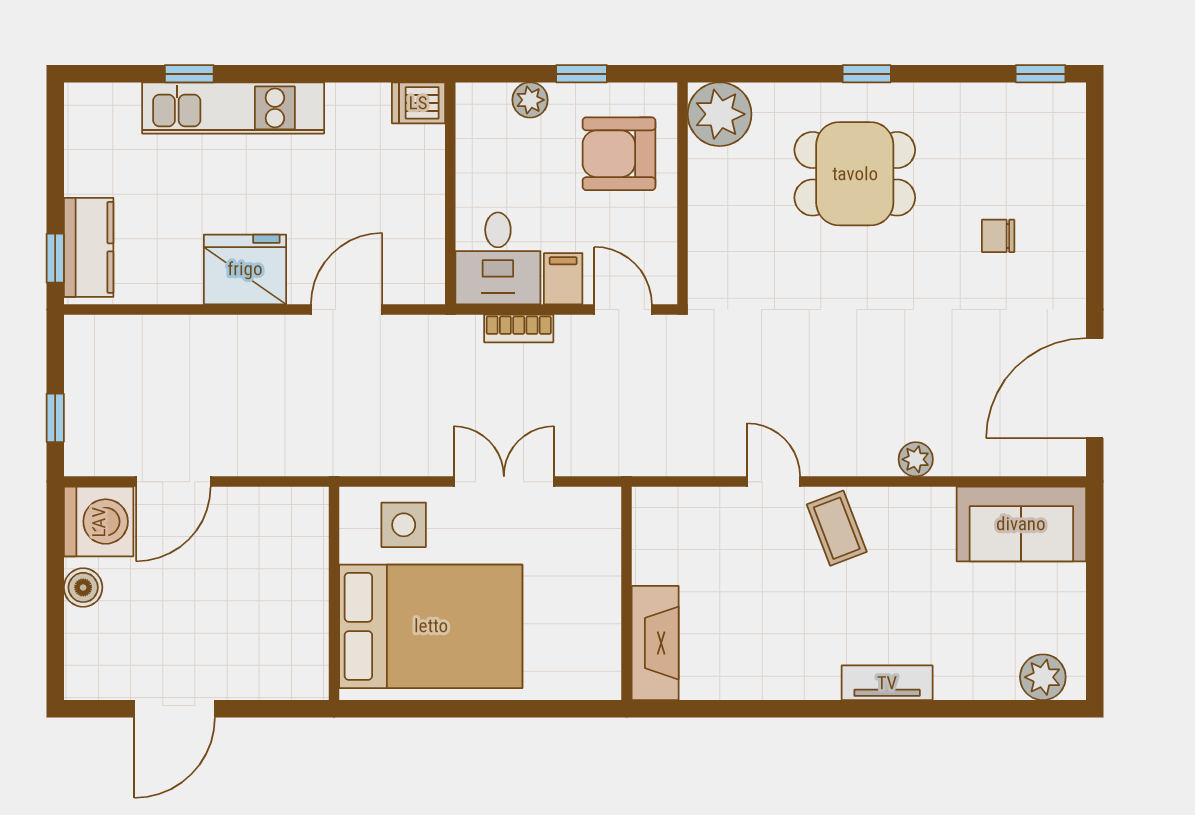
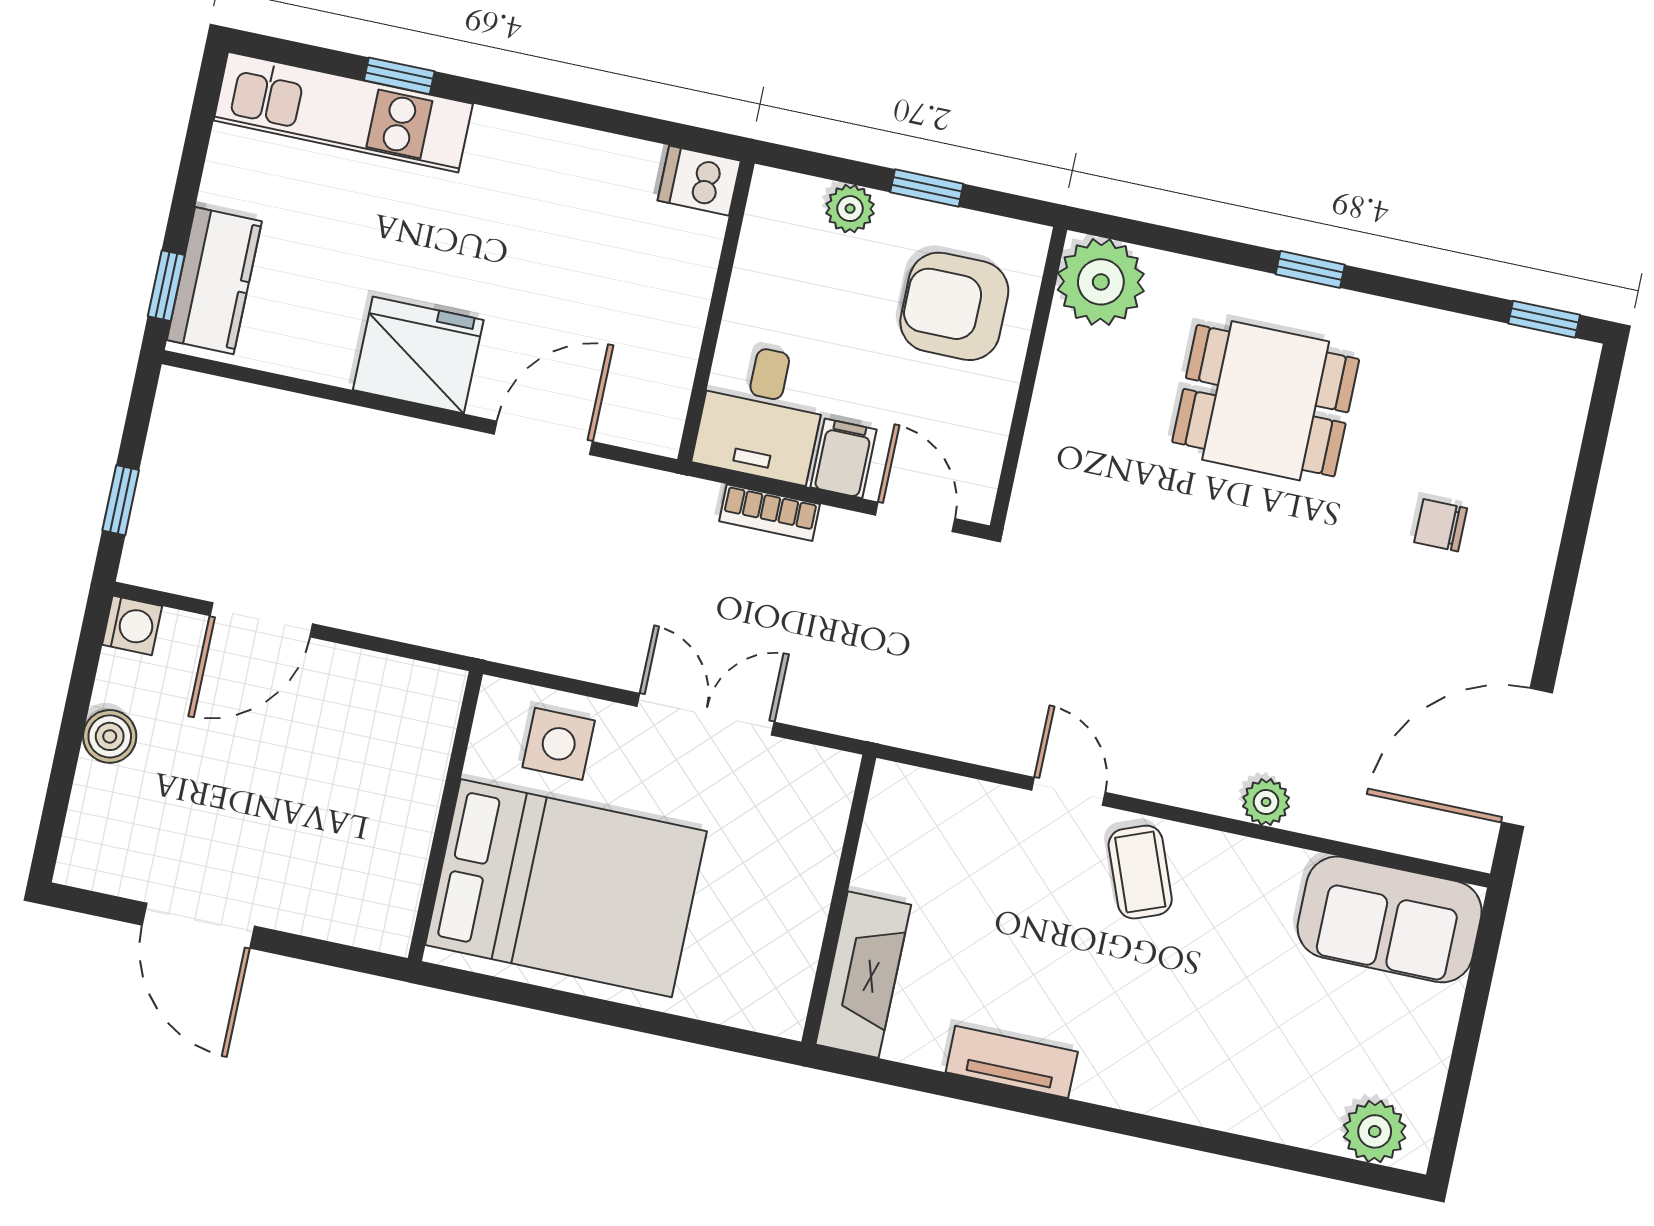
kitchen unit: (233, 108) -> (343, 112), moved
washing machine: (99, 522) -> (132, 625), width x0.53, depth x0.53
tv unit: (887, 683) -> (1012, 1062), moved
door: (175, 709) -> (198, 926), hinge flipped

